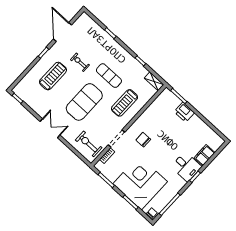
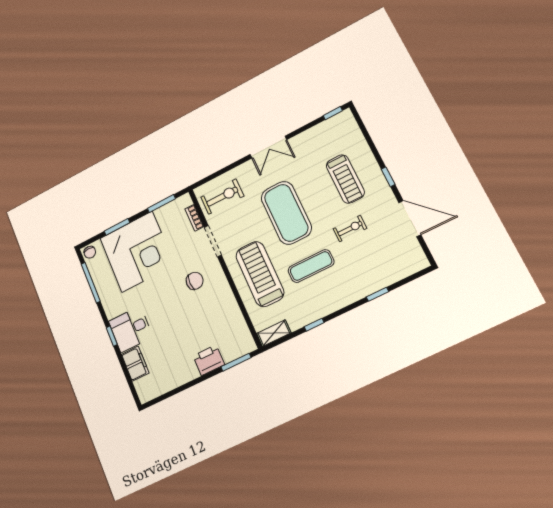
treadmill: (125, 103) -> (260, 274), width x1.37, depth x1.38

